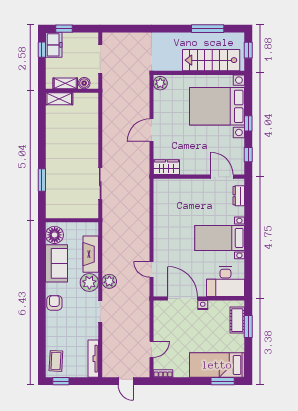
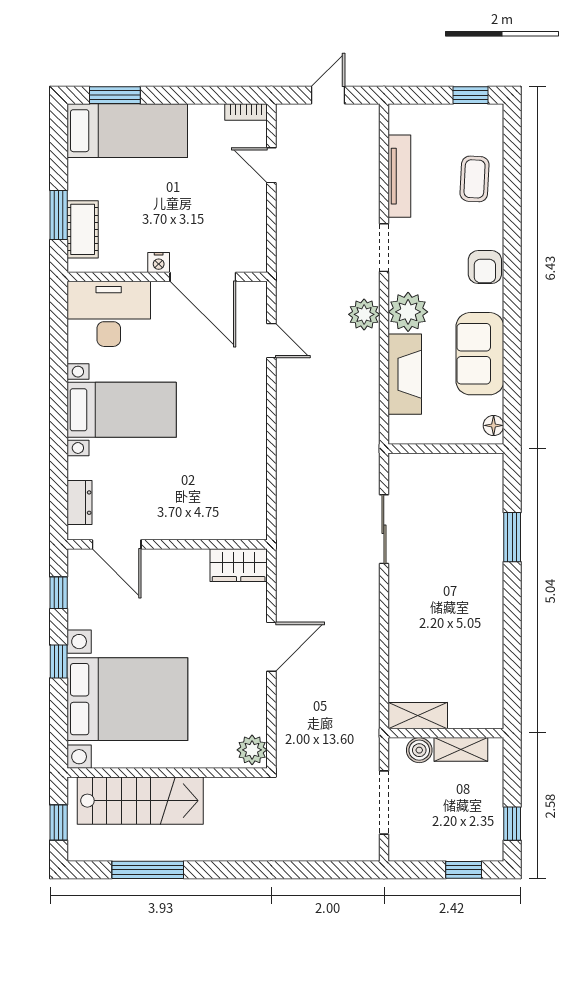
freezer: (54, 45) -> (486, 834), removed
shelving: (59, 99) -> (418, 716), moved
floor lamp: (55, 235) -> (494, 425), width x0.53, depth x0.53
door: (151, 349) -> (271, 165), hinge flipped
tv unit: (93, 359) -> (399, 176), moved
coffee table: (56, 361) -> (475, 179), moved
door: (126, 381) -> (328, 95), hinge flipped

